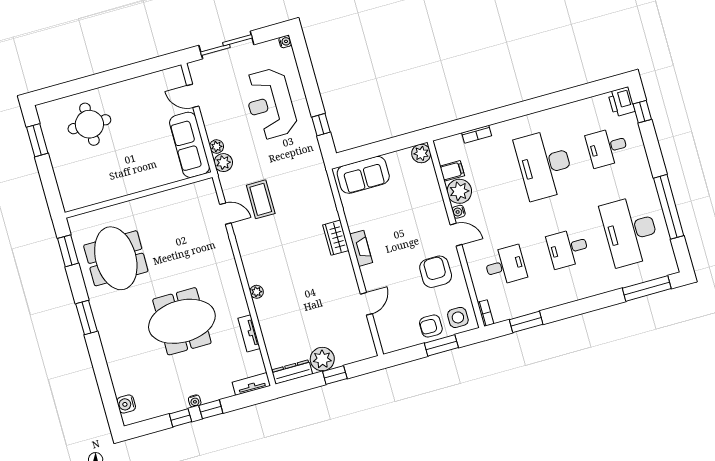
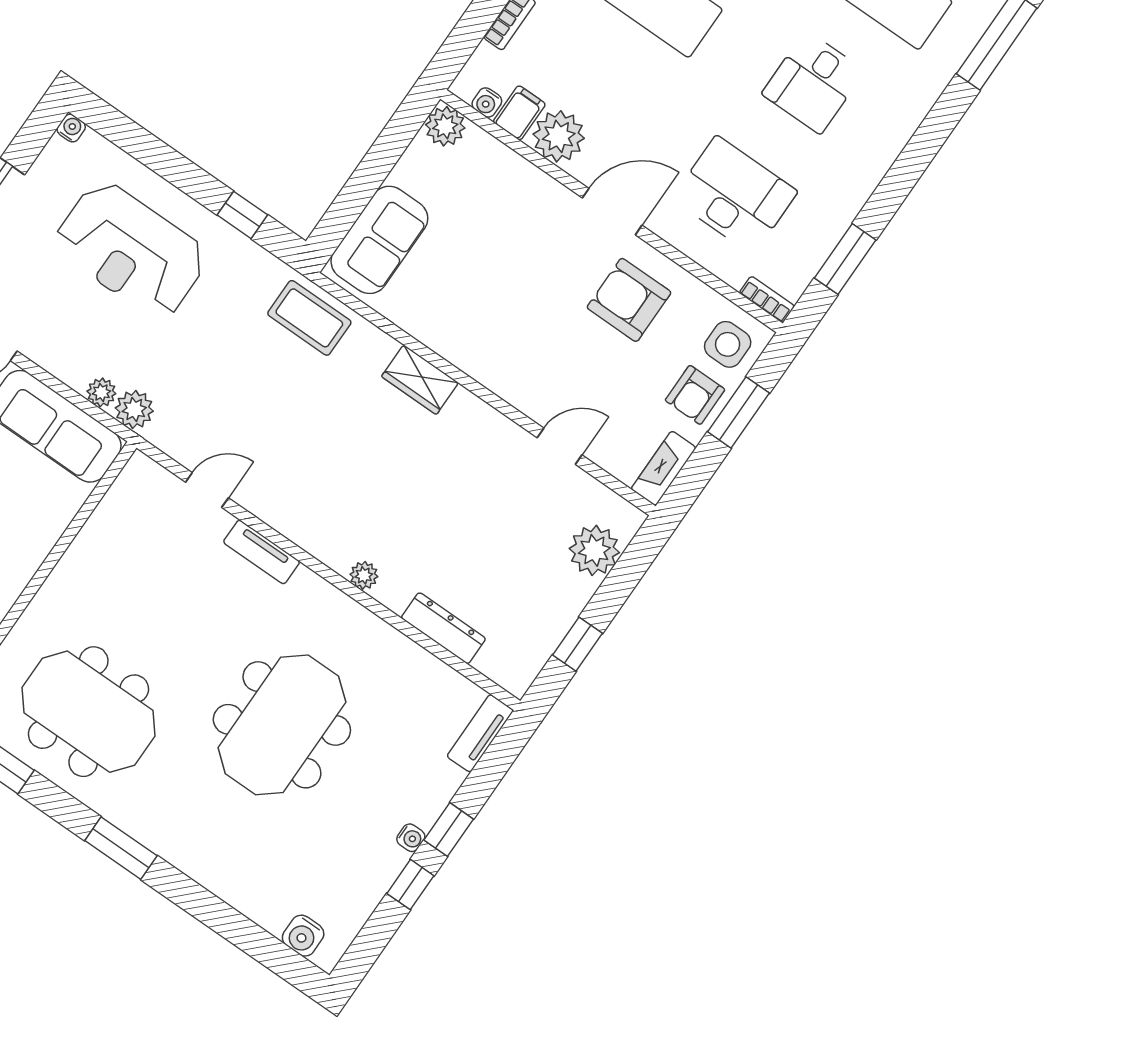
coffee table: (261, 199) -> (309, 318), moved
water cooler: (459, 212) -> (487, 102), moved
door: (456, 235) -> (612, 212), width x1.38
fireplace: (361, 248) -> (664, 468), moved, turned -90
desk: (505, 266) -> (735, 195), width x1.37
door: (366, 304) -> (560, 446), hinge flipped
tv unit: (249, 333) -> (262, 552), moved
plant: (322, 359) -> (594, 550), moved
dresser: (292, 372) -> (443, 628), moved, turned 90
window: (335, 375) -> (577, 644), moved

